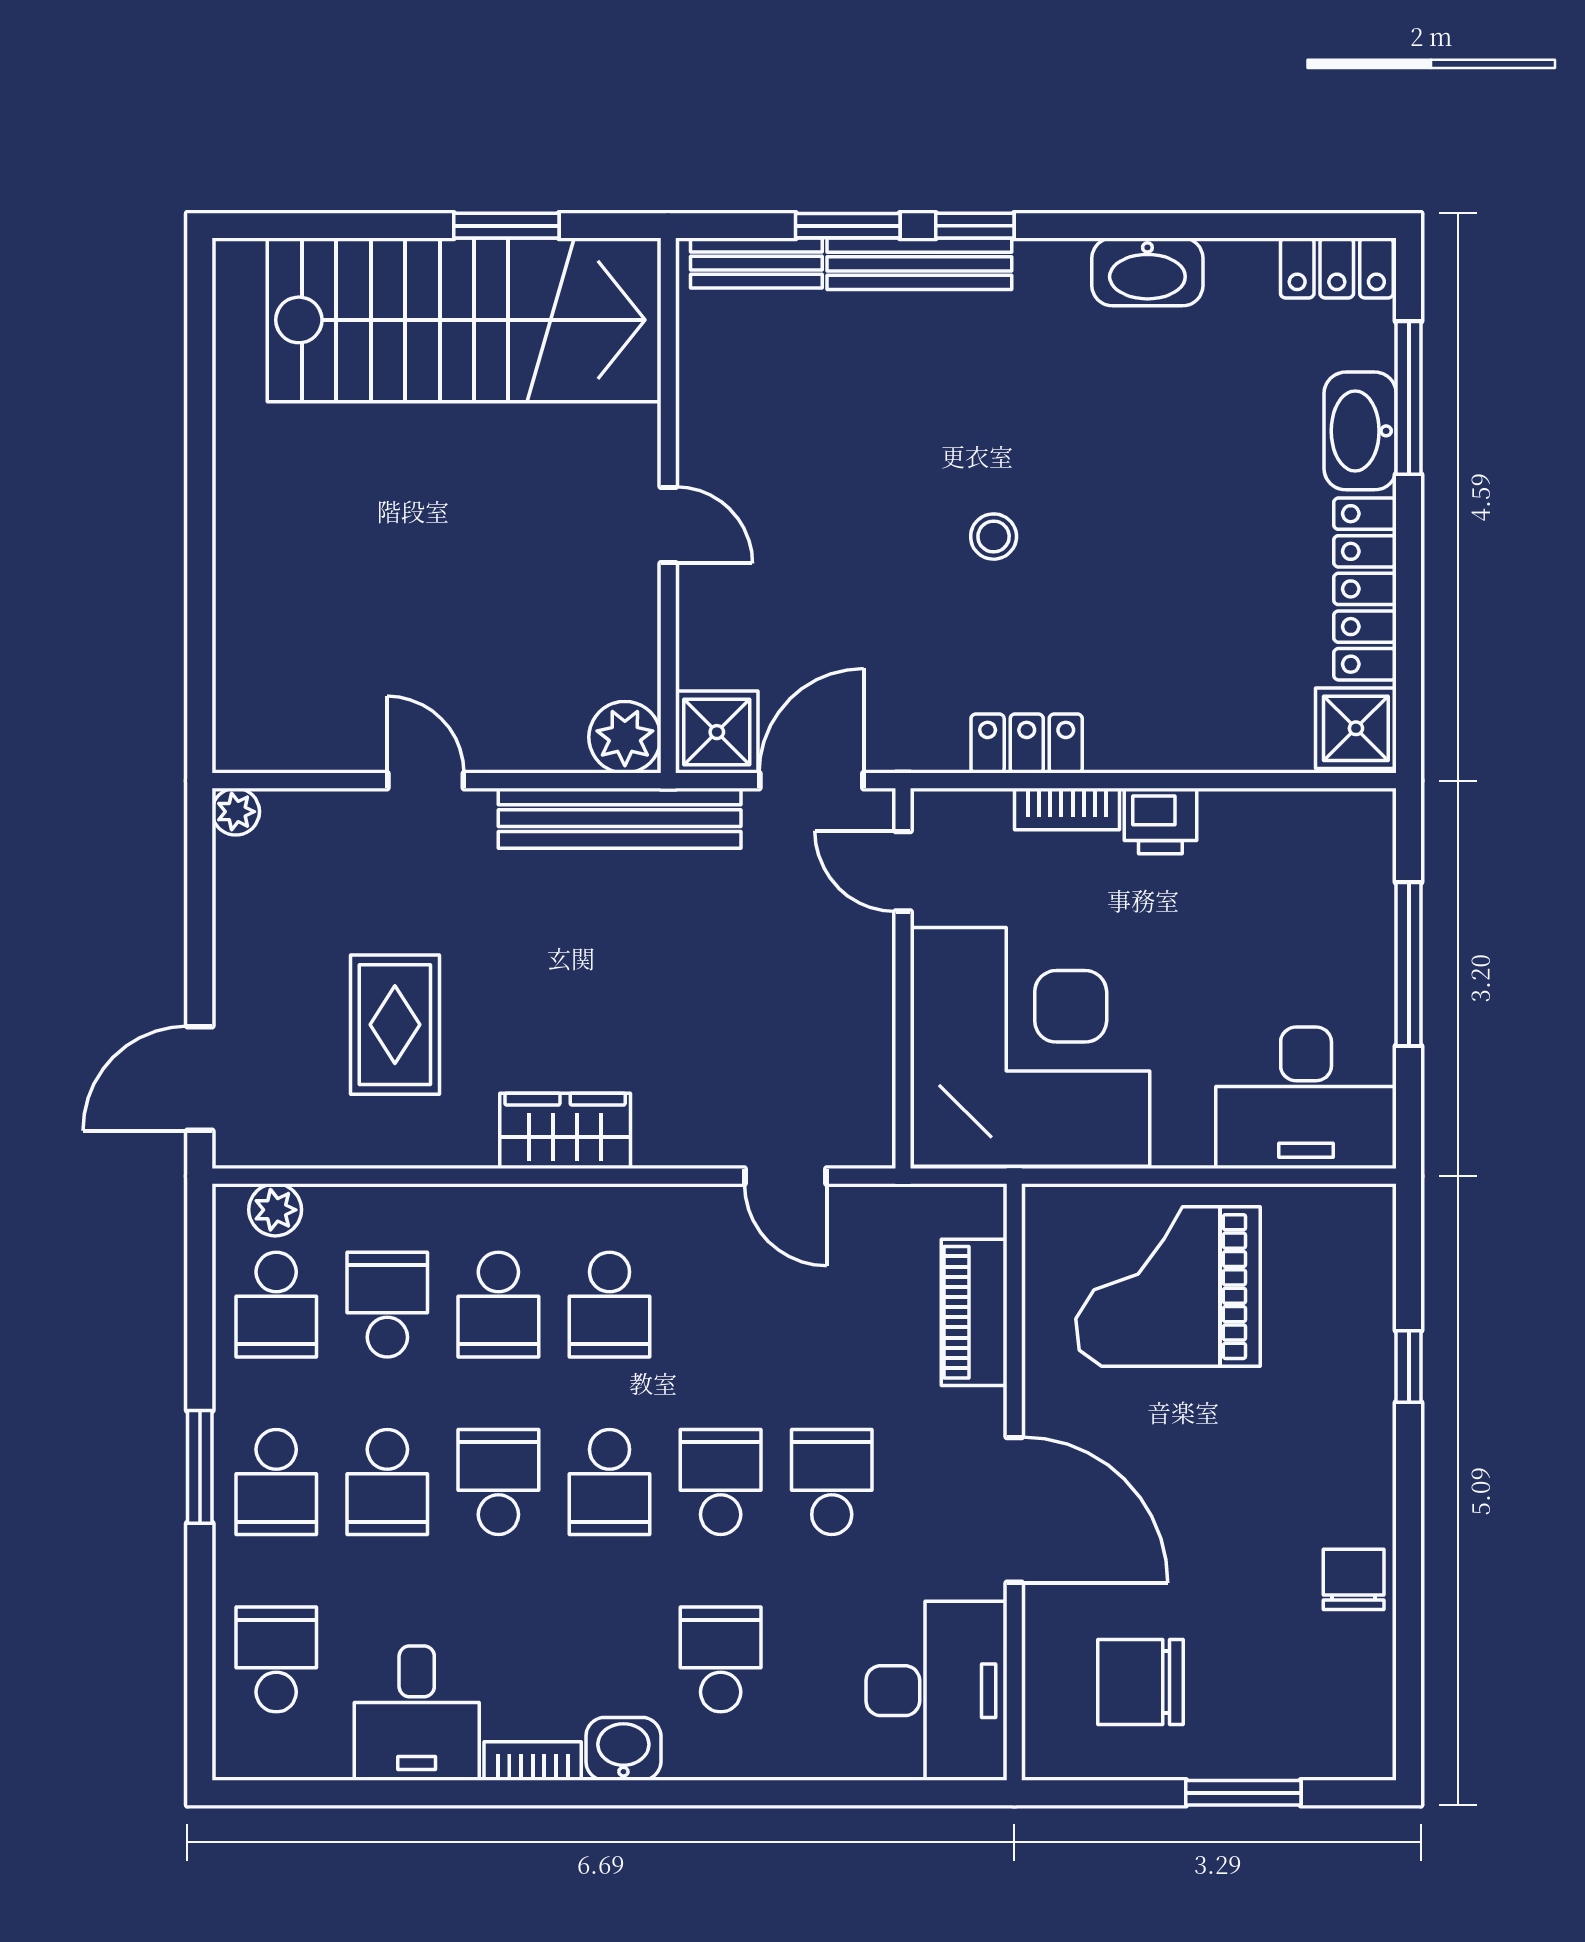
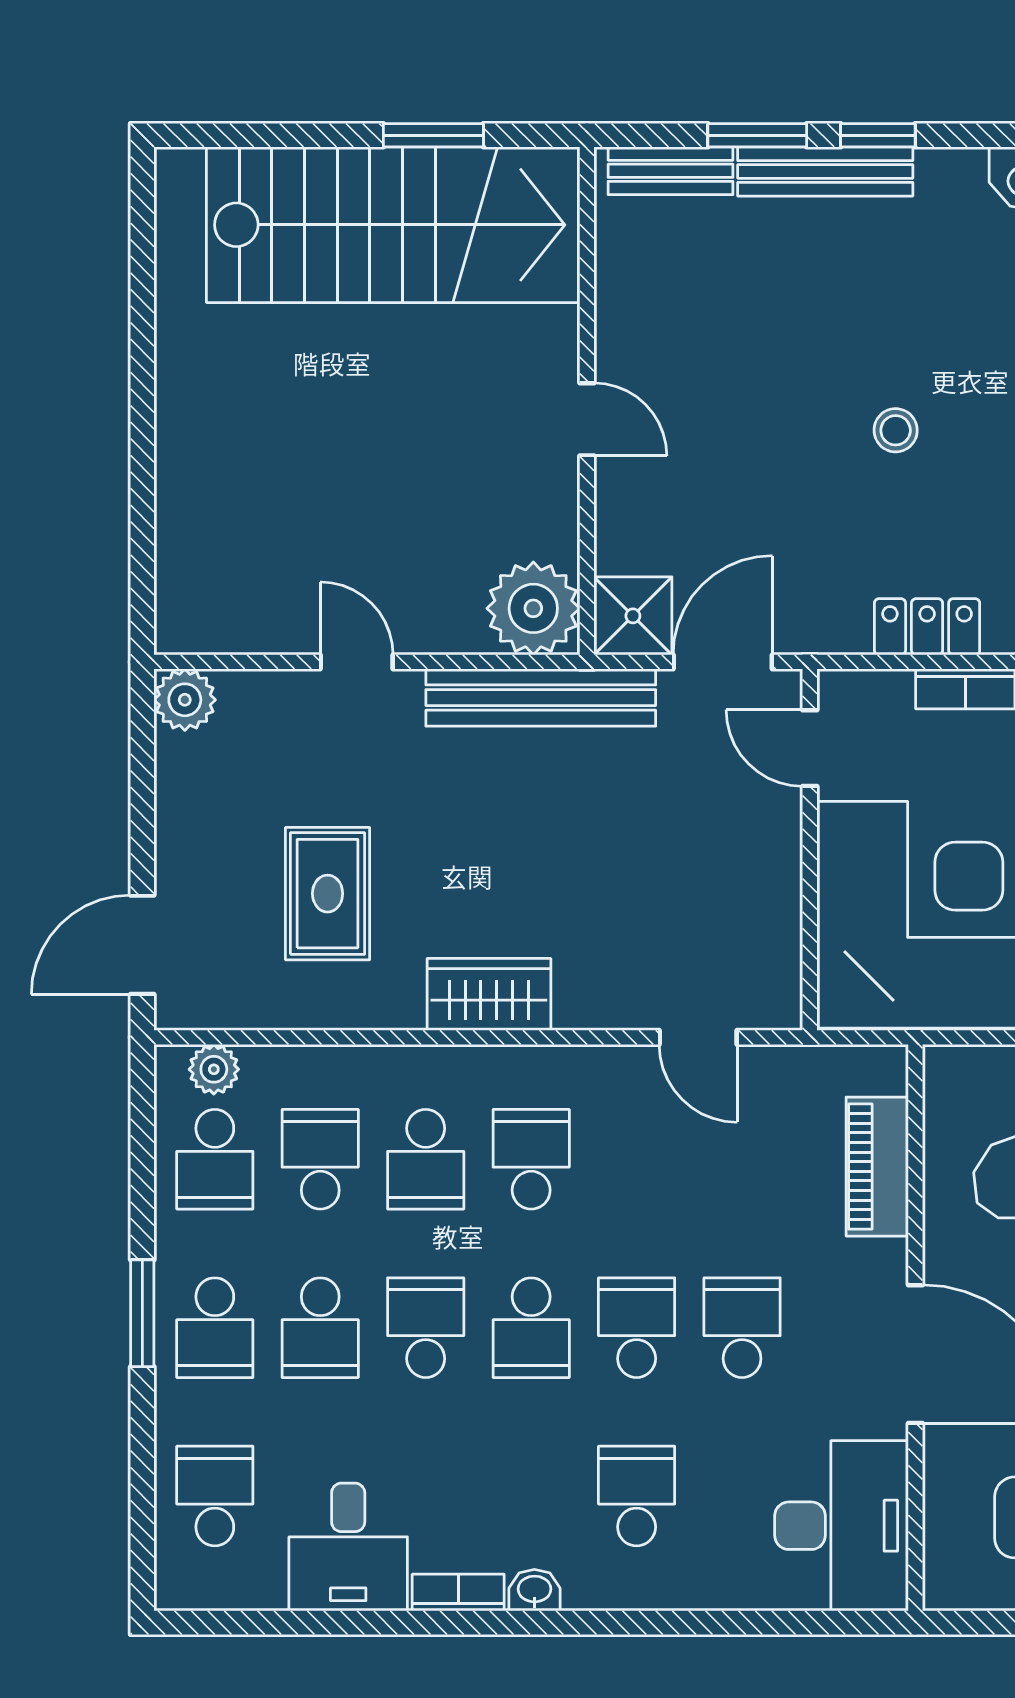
plant: (625, 737) -> (533, 608), width x1.36, depth x1.36
plant: (236, 812) -> (185, 700), width x1.38, depth x1.38
school desk: (610, 1305) -> (531, 1159), turned 180
washbasin: (623, 1749) -> (534, 1590), width x0.72, depth x0.69

